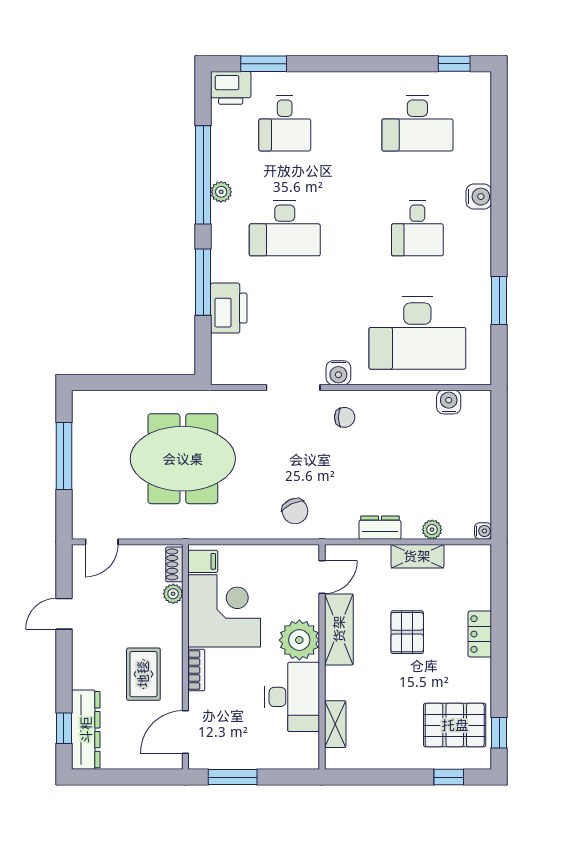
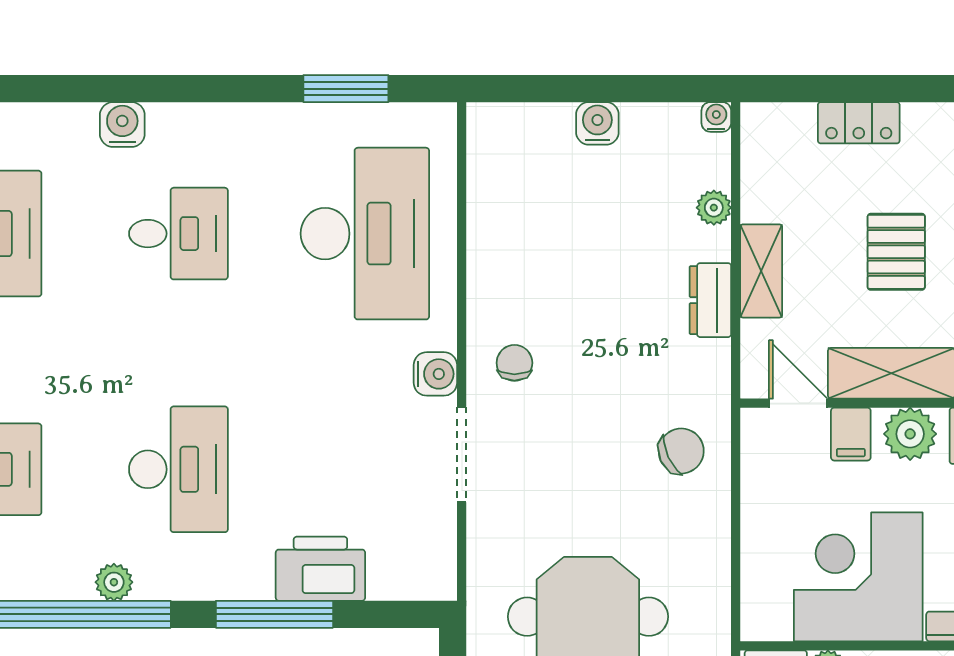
window: (499, 301) -> (346, 89), moved
water cooler: (449, 402) -> (597, 123), moved, turned 90
shelving: (417, 556) -> (761, 271), moved
filing cabinet: (203, 561) -> (851, 434), moved, turned 180
pallet: (407, 632) -> (896, 252), turned 90
locker: (480, 634) -> (859, 123), moved
plant: (299, 640) -> (910, 434), width x0.73, depth x0.73

